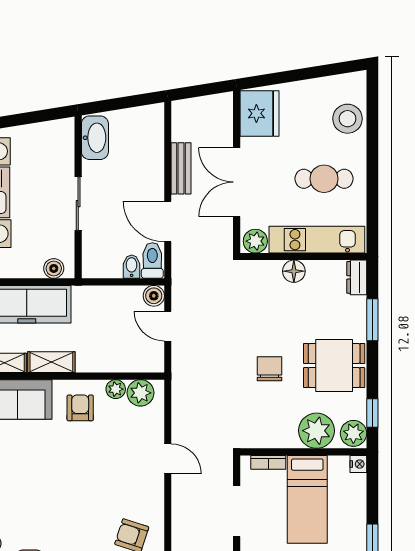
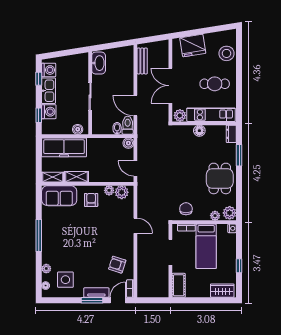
fridge: (260, 113) -> (193, 46), moved, turned 81
bench: (181, 168) -> (142, 61), moved
door: (168, 326) -> (135, 169), moved
dining table: (334, 366) -> (220, 178), turned 90
chair: (269, 369) -> (186, 209), moved
window: (372, 413) -> (239, 203), removed
plant: (317, 431) -> (215, 216), width x0.53, depth x0.53

